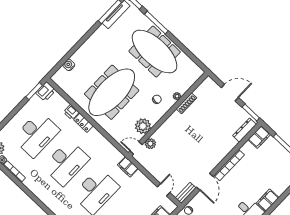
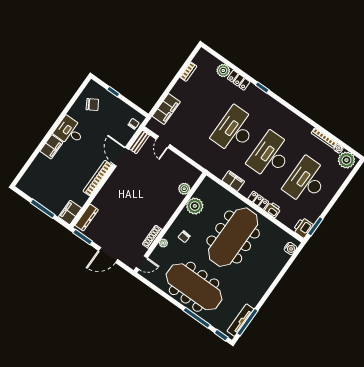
water cooler: (69, 65) -> (290, 248), moved
door: (136, 148) -> (142, 263), moved
filing cabinet: (128, 167) -> (233, 181), moved

